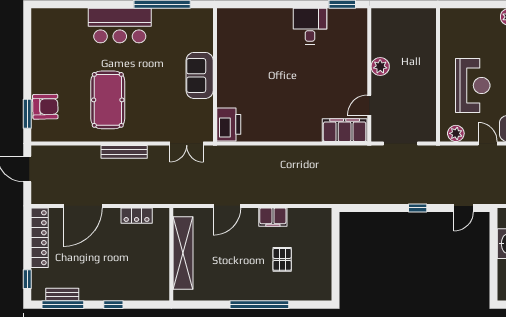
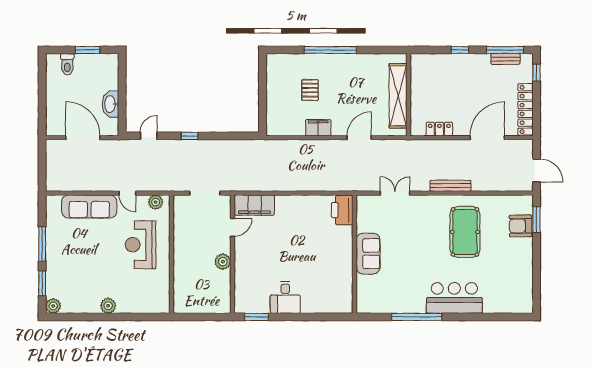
sofa: (200, 75) -> (368, 254), moved
wall: (215, 75) -> (355, 254), moved
printer: (229, 124) -> (342, 210), moved

